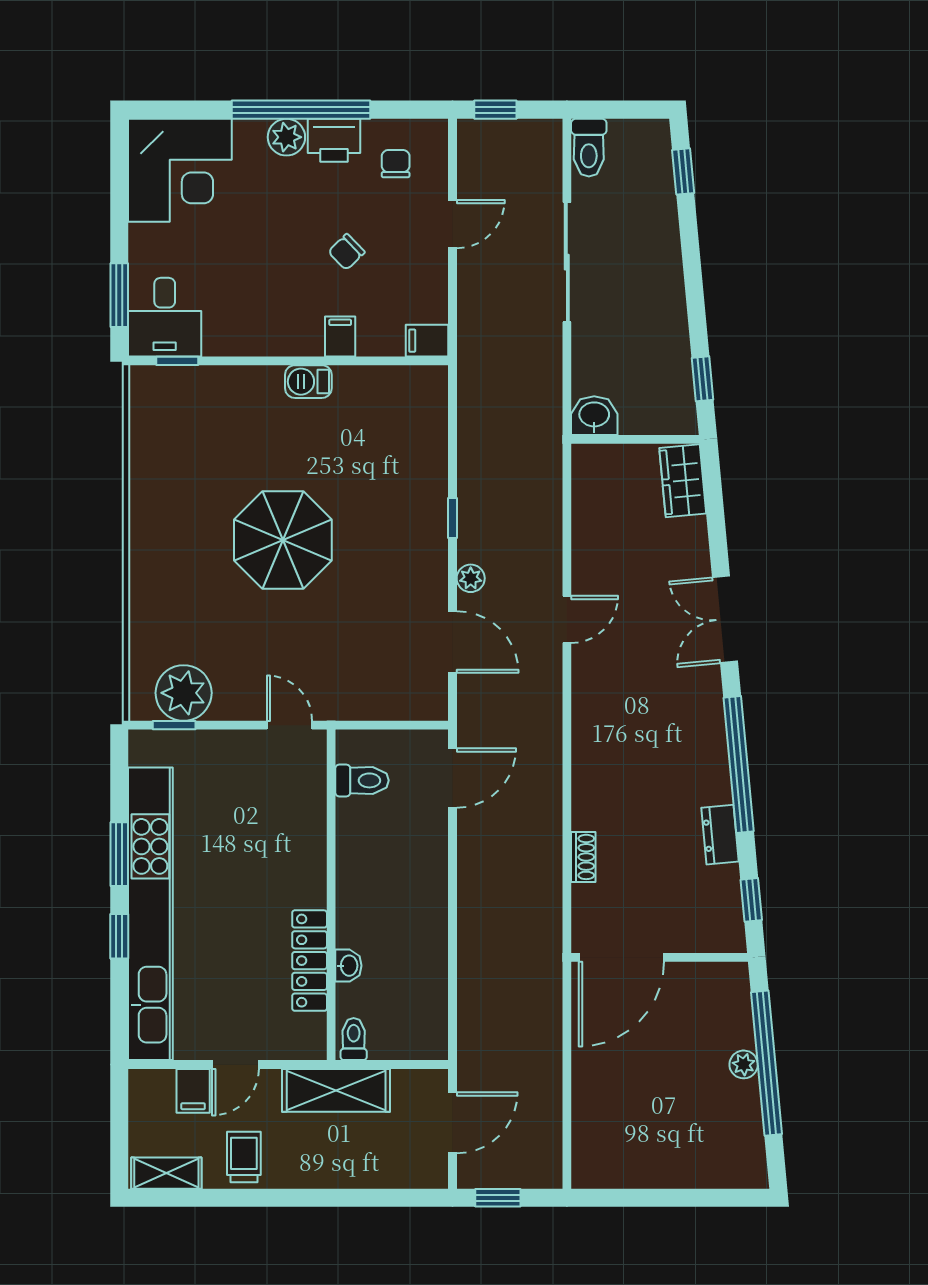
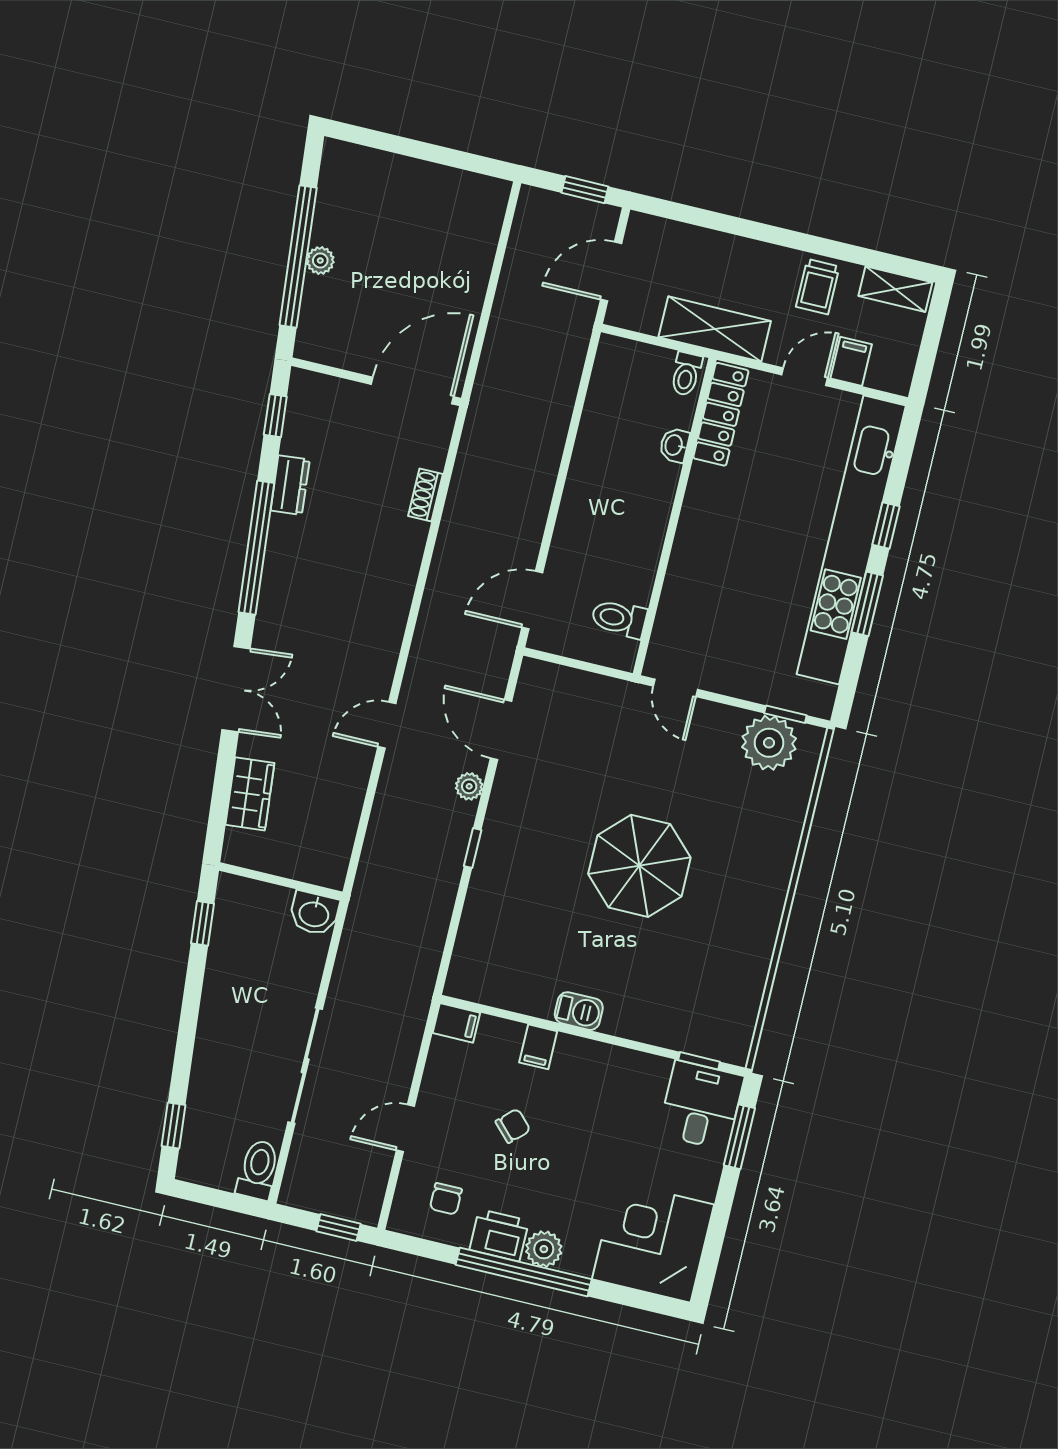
wardrobe: (683, 481) -> (250, 794), moved
locker: (310, 961) -> (721, 414), moved

